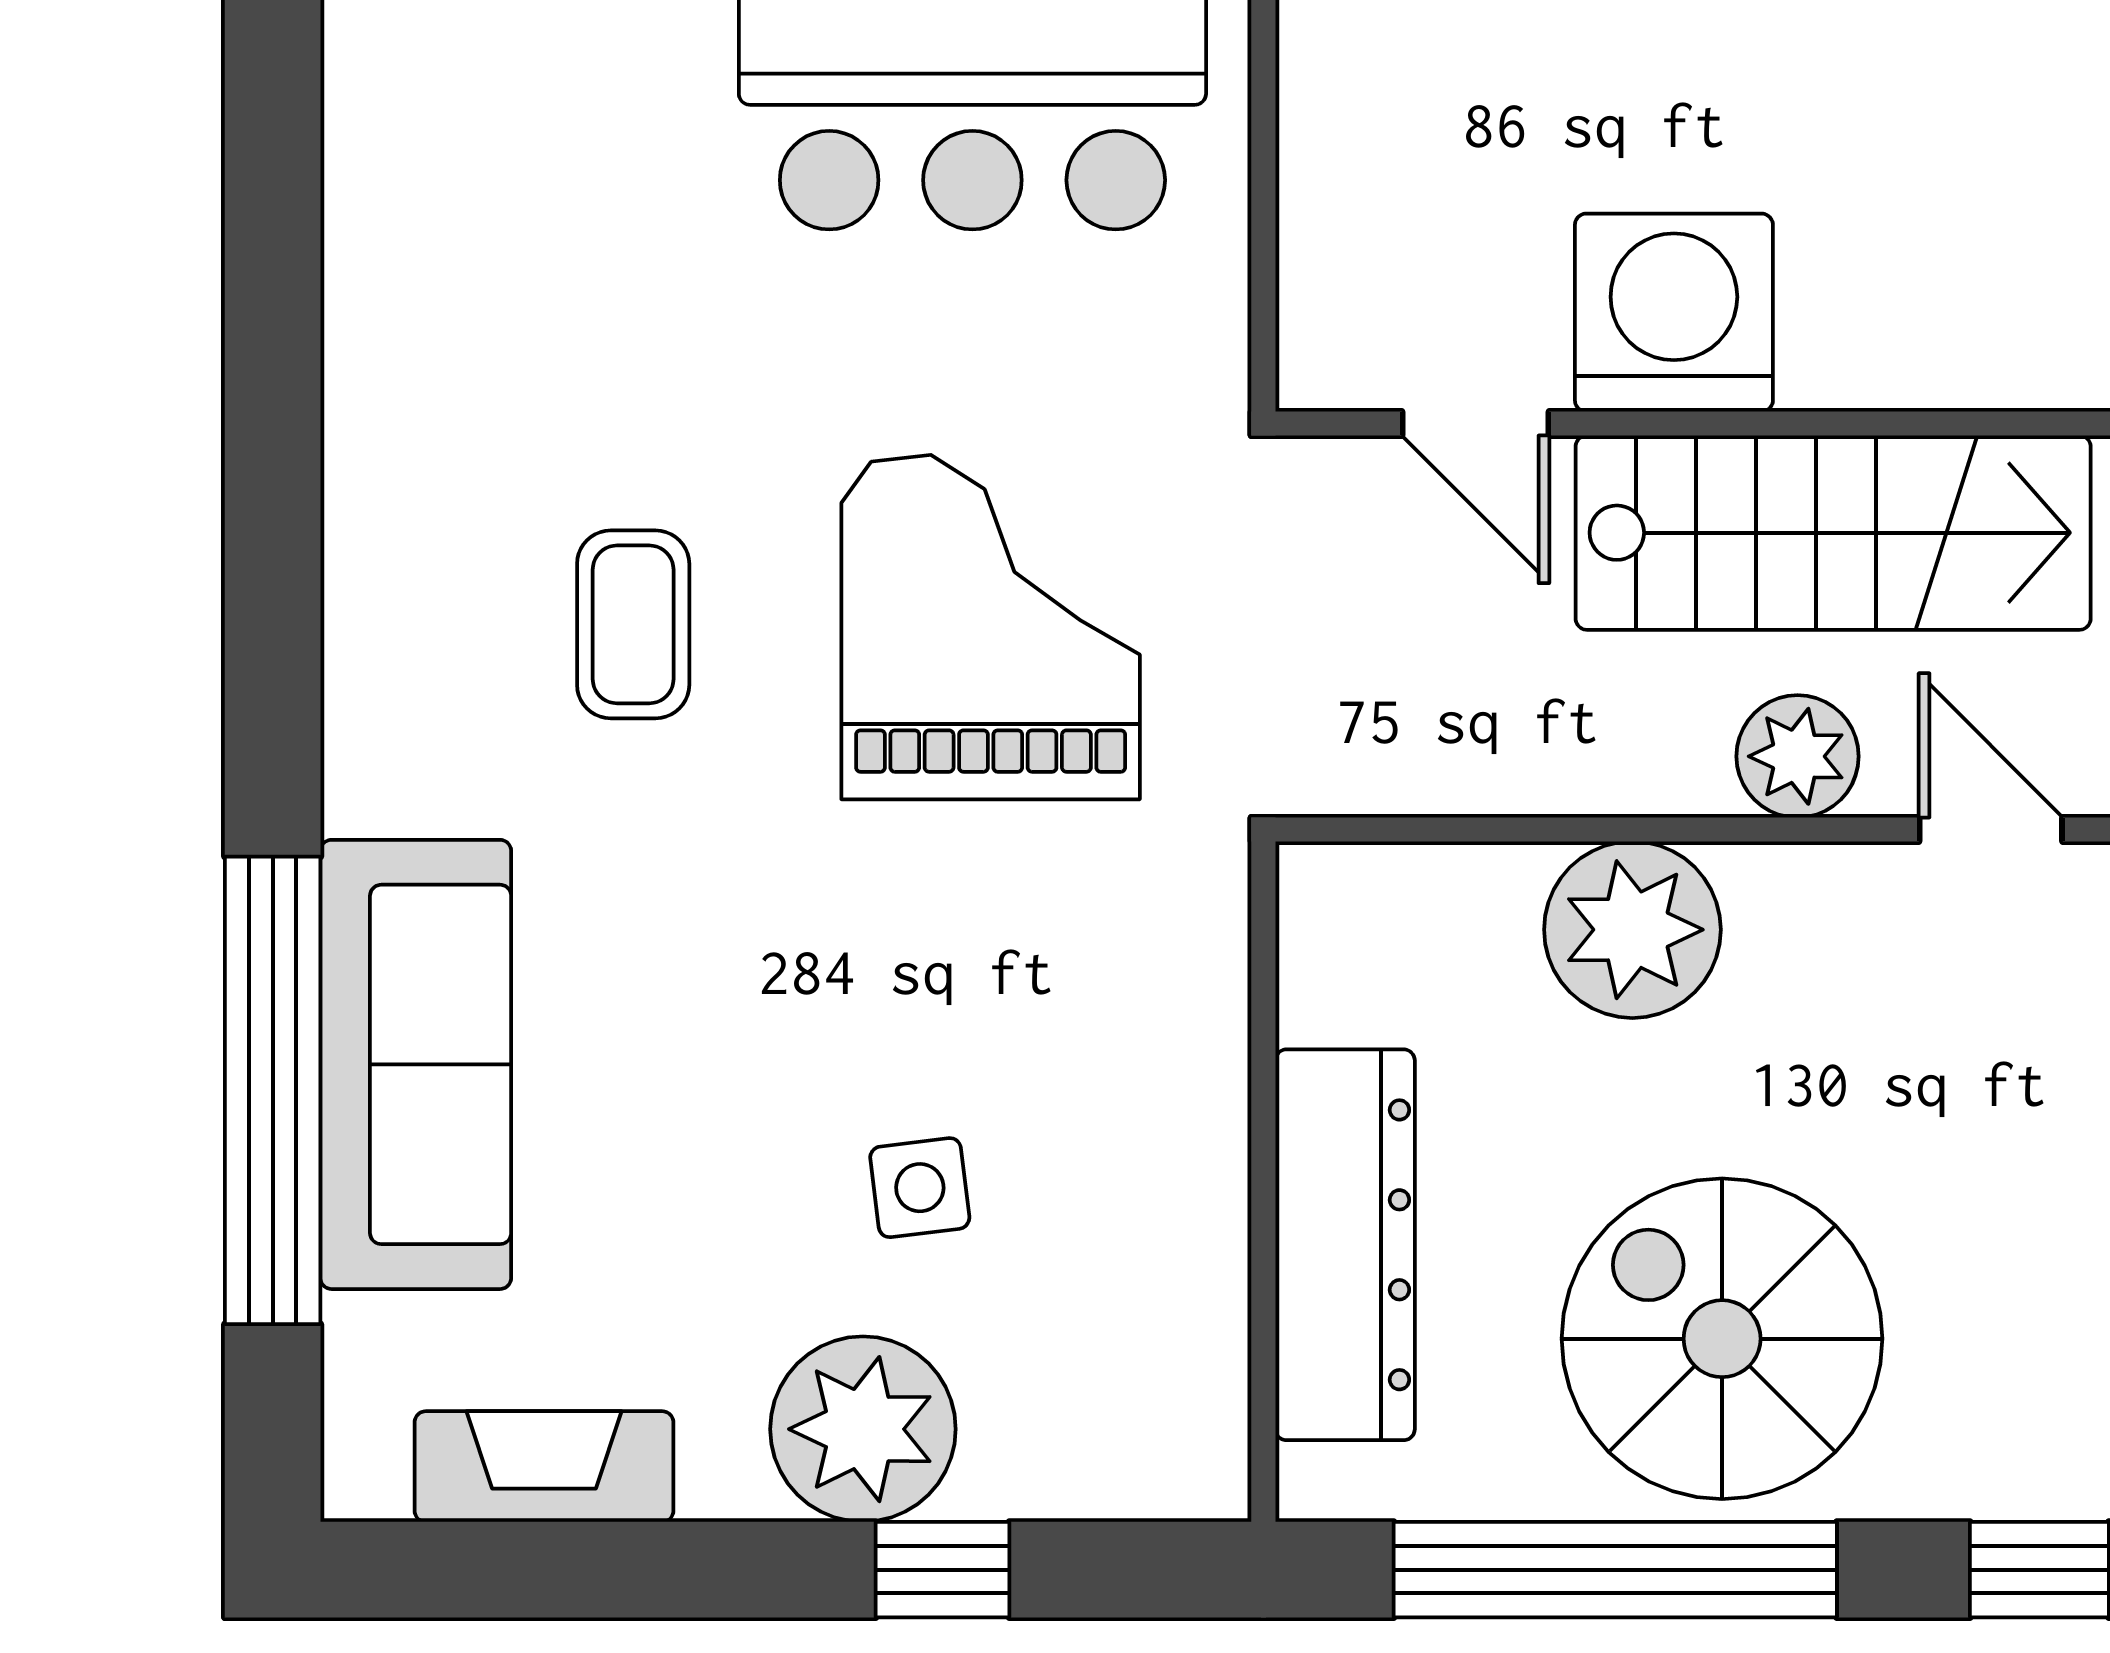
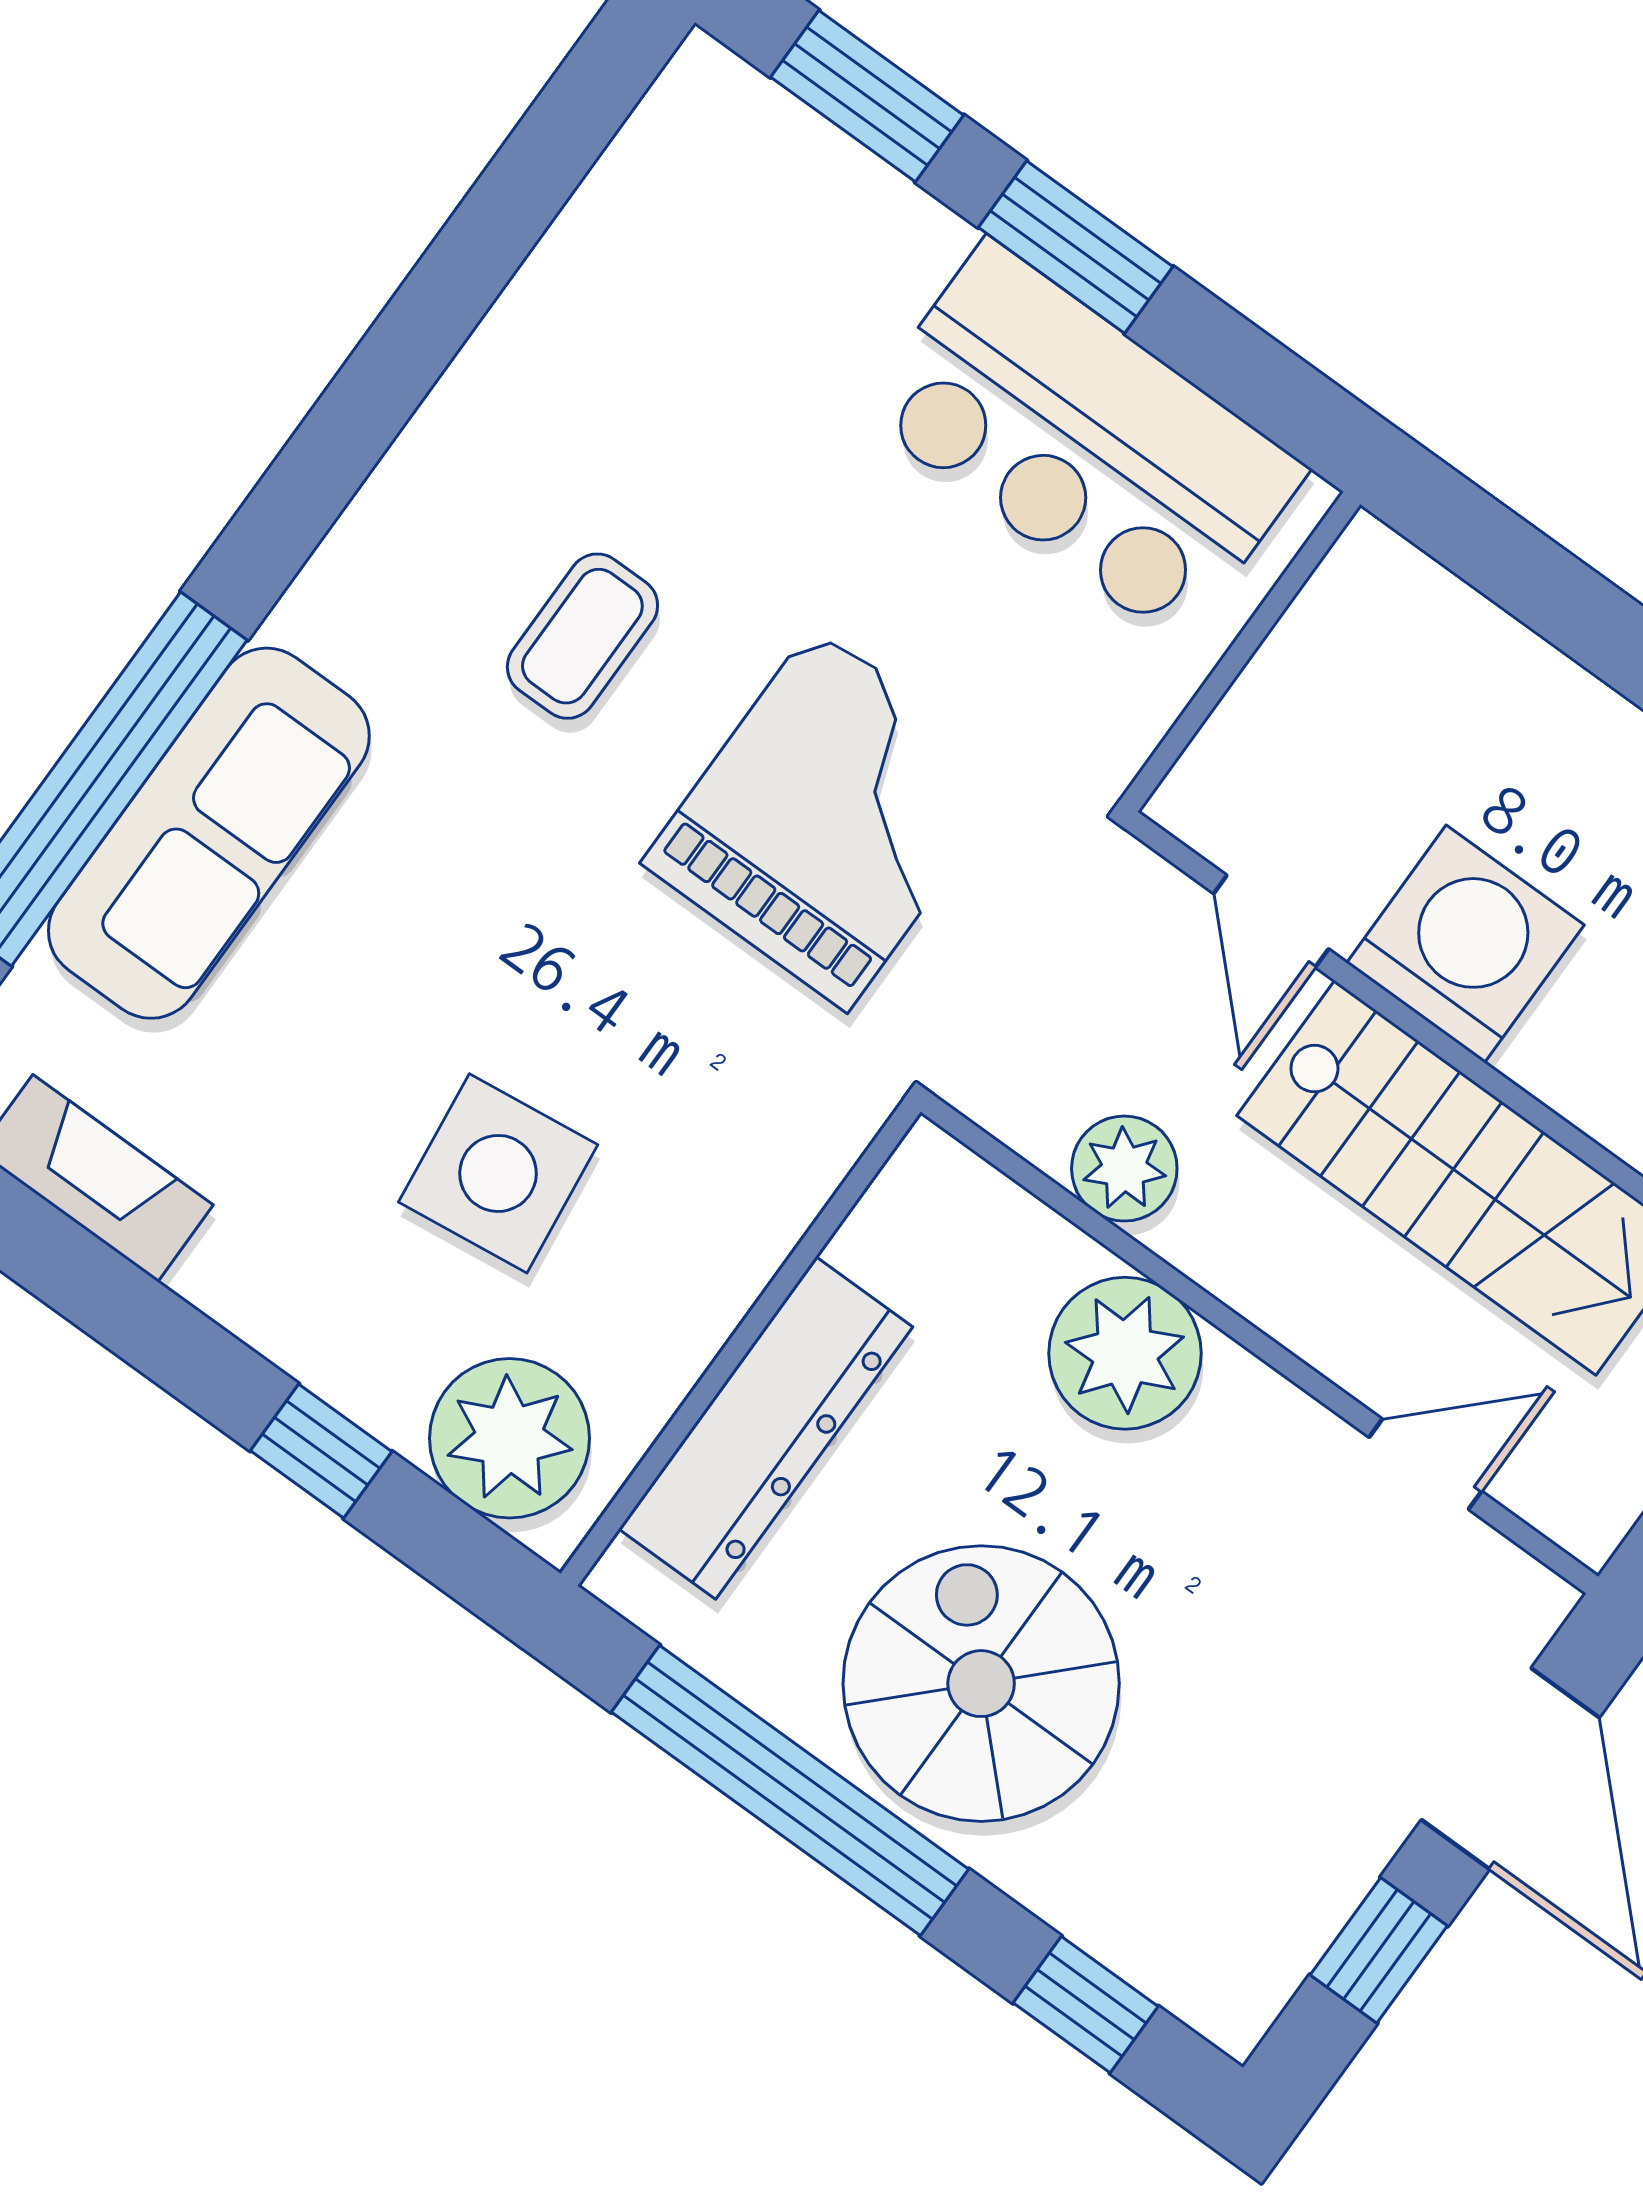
plant: (1798, 756) -> (1124, 1169), moved
door: (1991, 829) -> (1425, 1464), hinge flipped
side table: (920, 1188) -> (498, 1173), width x1.87, depth x1.87
plant: (863, 1429) -> (509, 1438), moved

